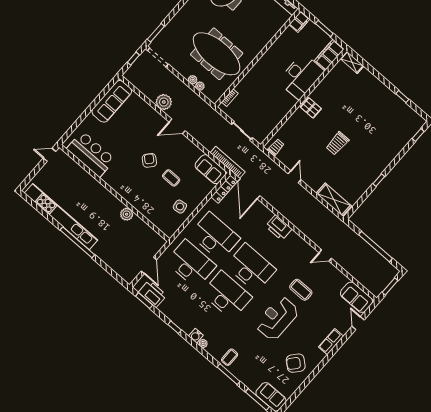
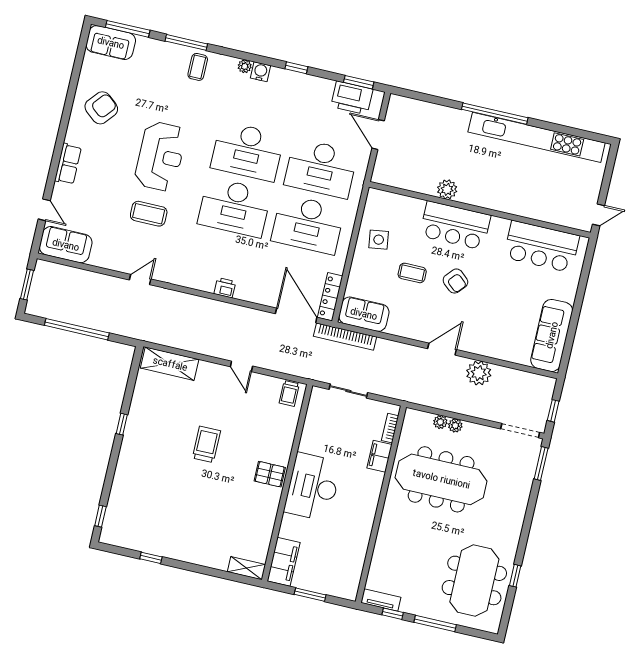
filing cabinet: (299, 22) -> (379, 456), moved
desk: (301, 76) -> (313, 487), moved
bar counter: (133, 192) -> (455, 225), added
printer: (279, 228) -> (225, 288), width x0.53, depth x0.68

